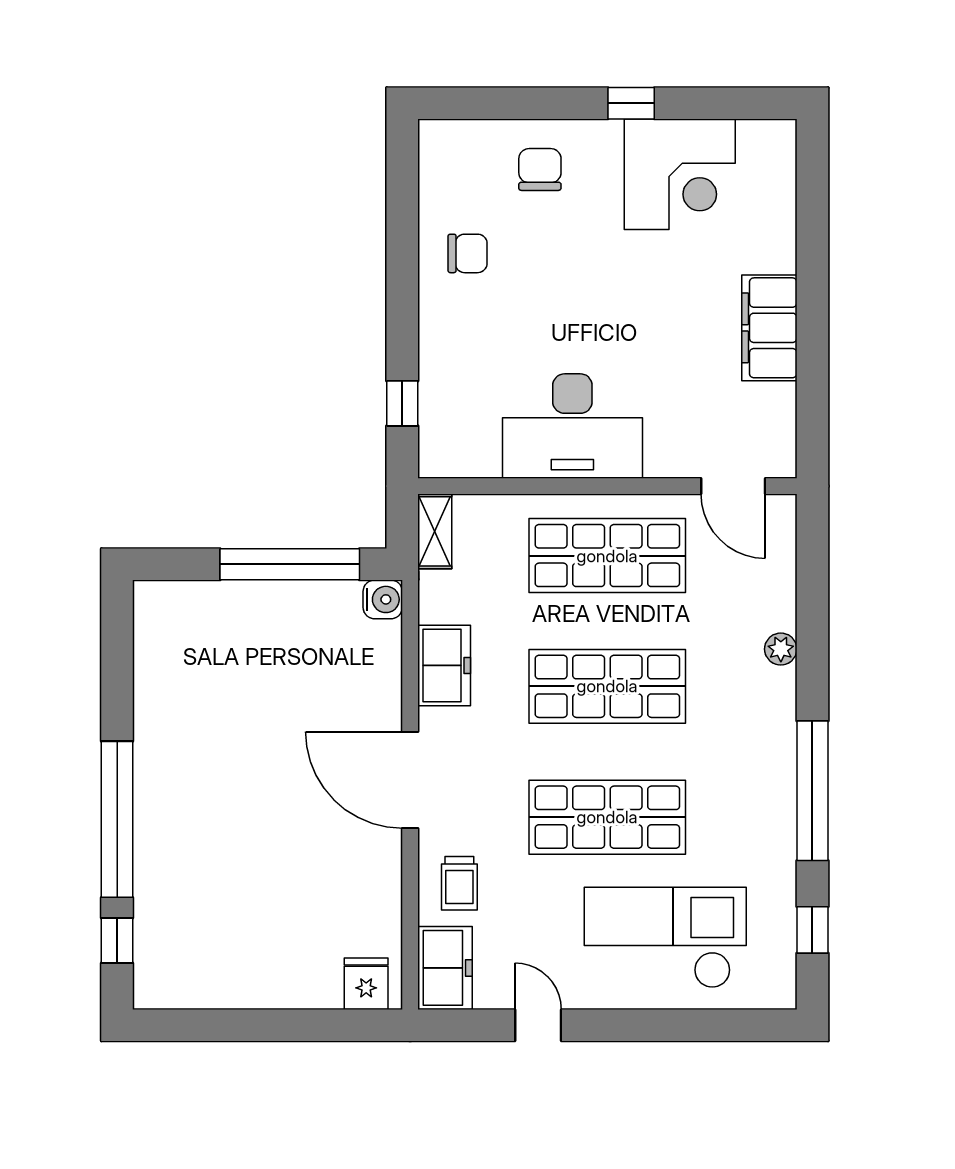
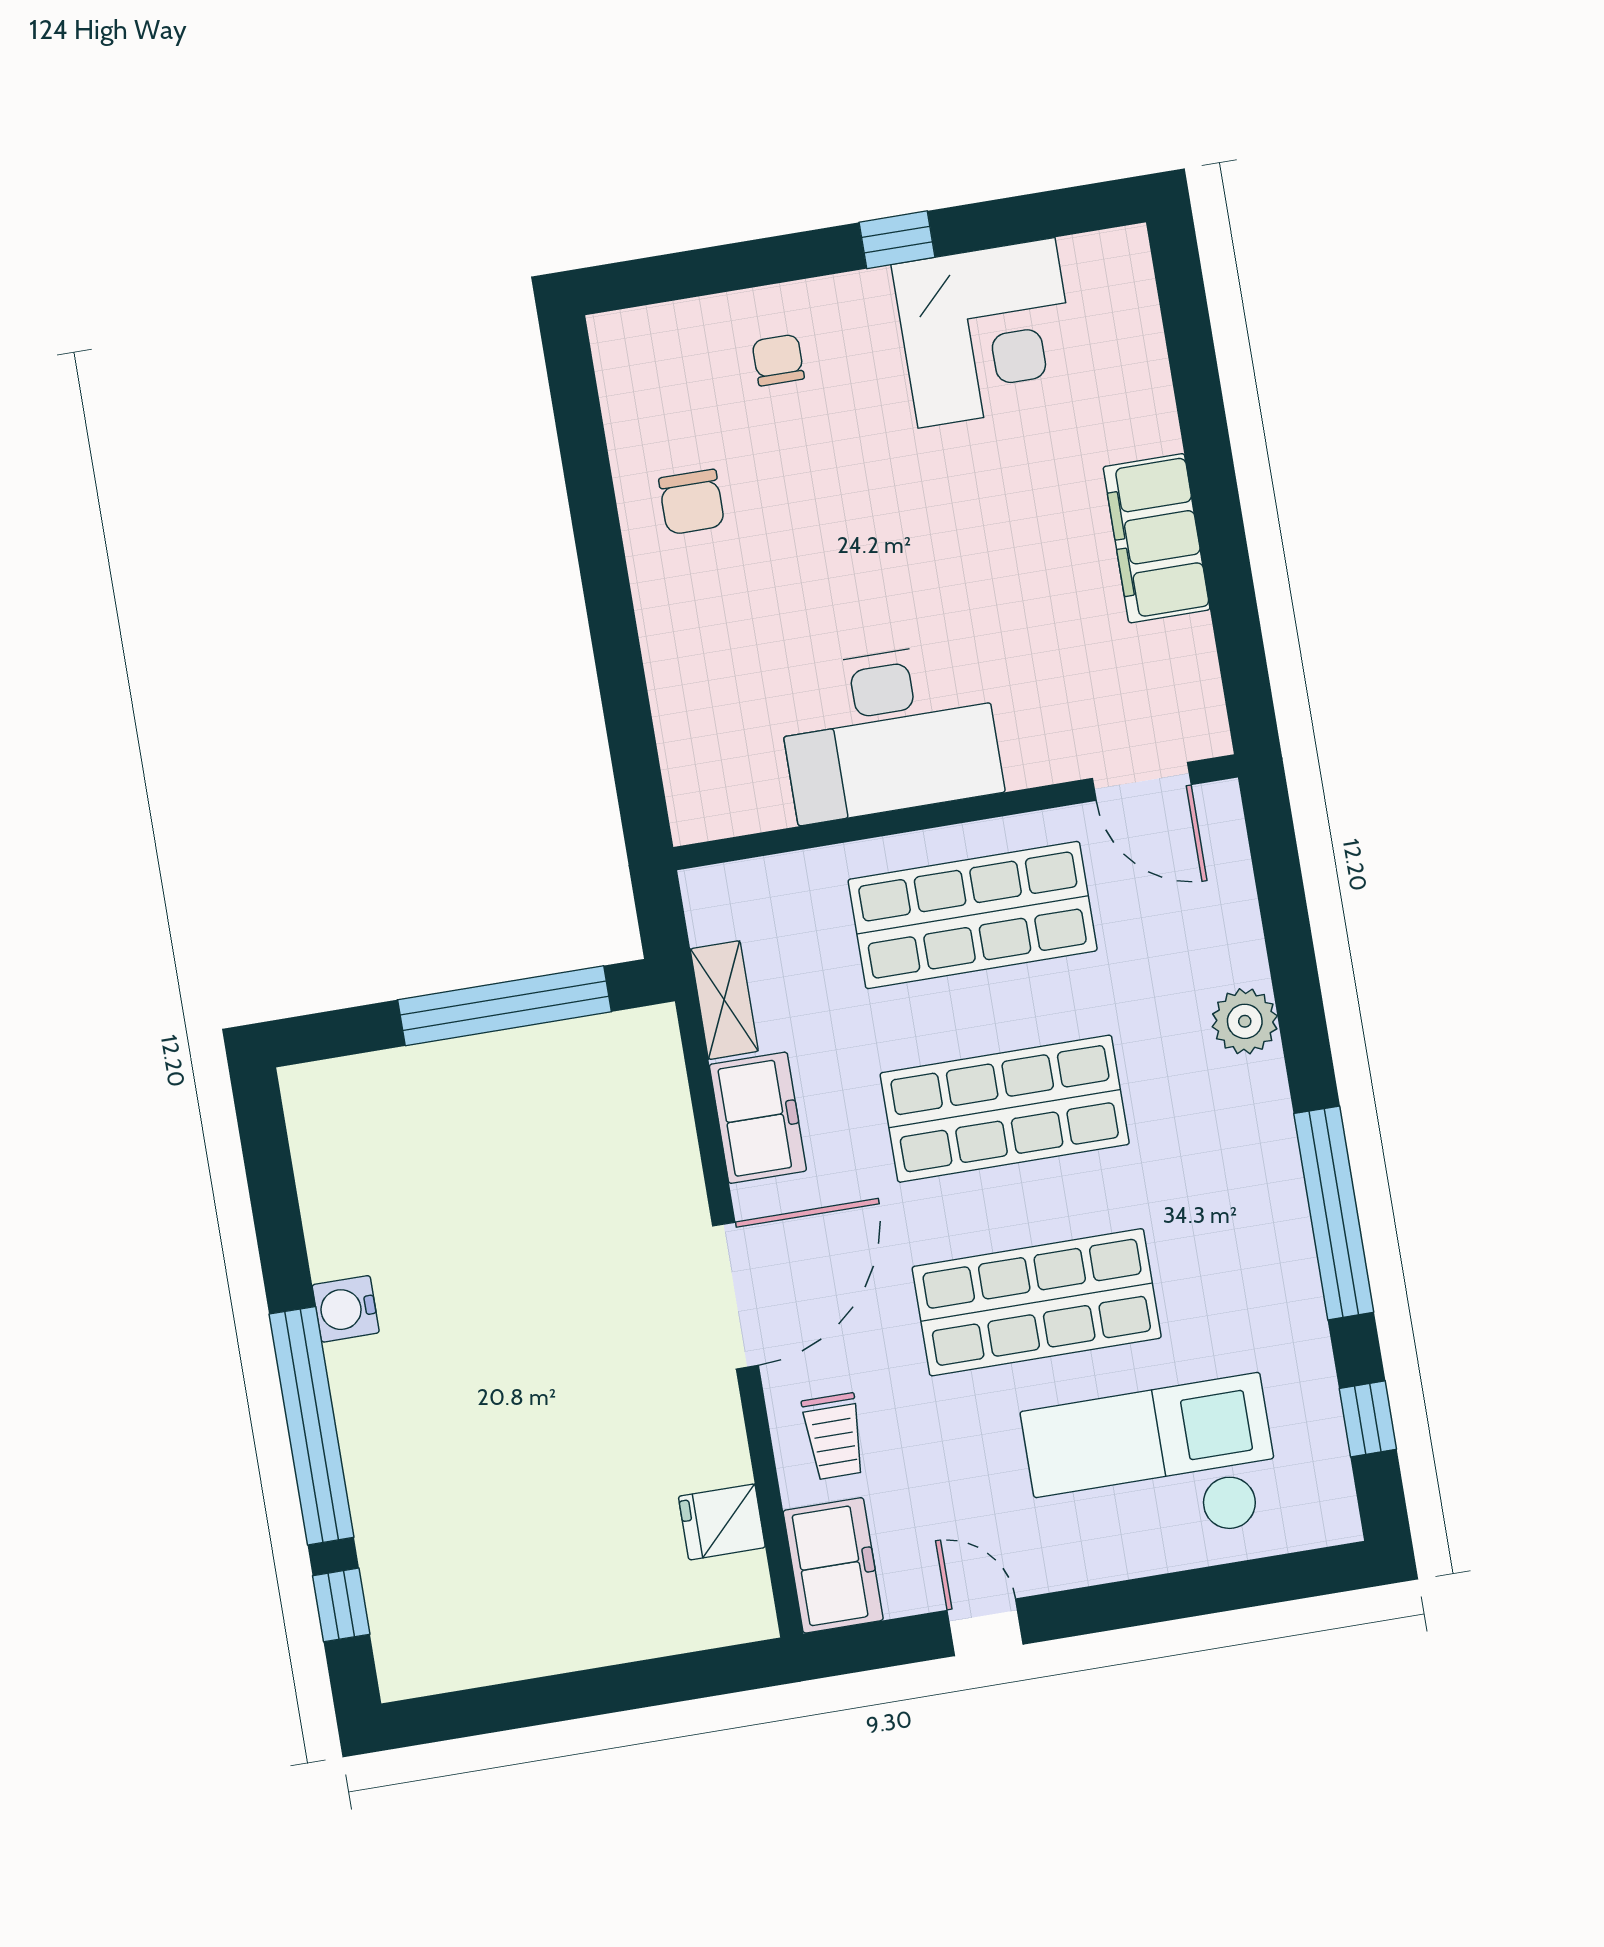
chair: (540, 169) -> (778, 360), width x0.73, depth x0.73
chair: (468, 253) -> (692, 502), turned 90
window: (402, 403) -> (632, 740), removed
shelving: (435, 531) -> (724, 1000), moved
water cooler: (383, 599) -> (346, 1309), moved, turned 180
plant: (781, 649) -> (1245, 1021), width x1.38, depth x1.38
door: (410, 780) -> (736, 1296), swing flipped
fridge: (366, 984) -> (722, 1522), moved, turned -90

